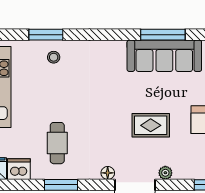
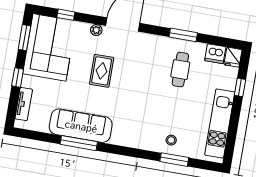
rug: (151, 125) -> (102, 71), turned 90
floor lamp: (108, 173) -> (143, 38), removed

